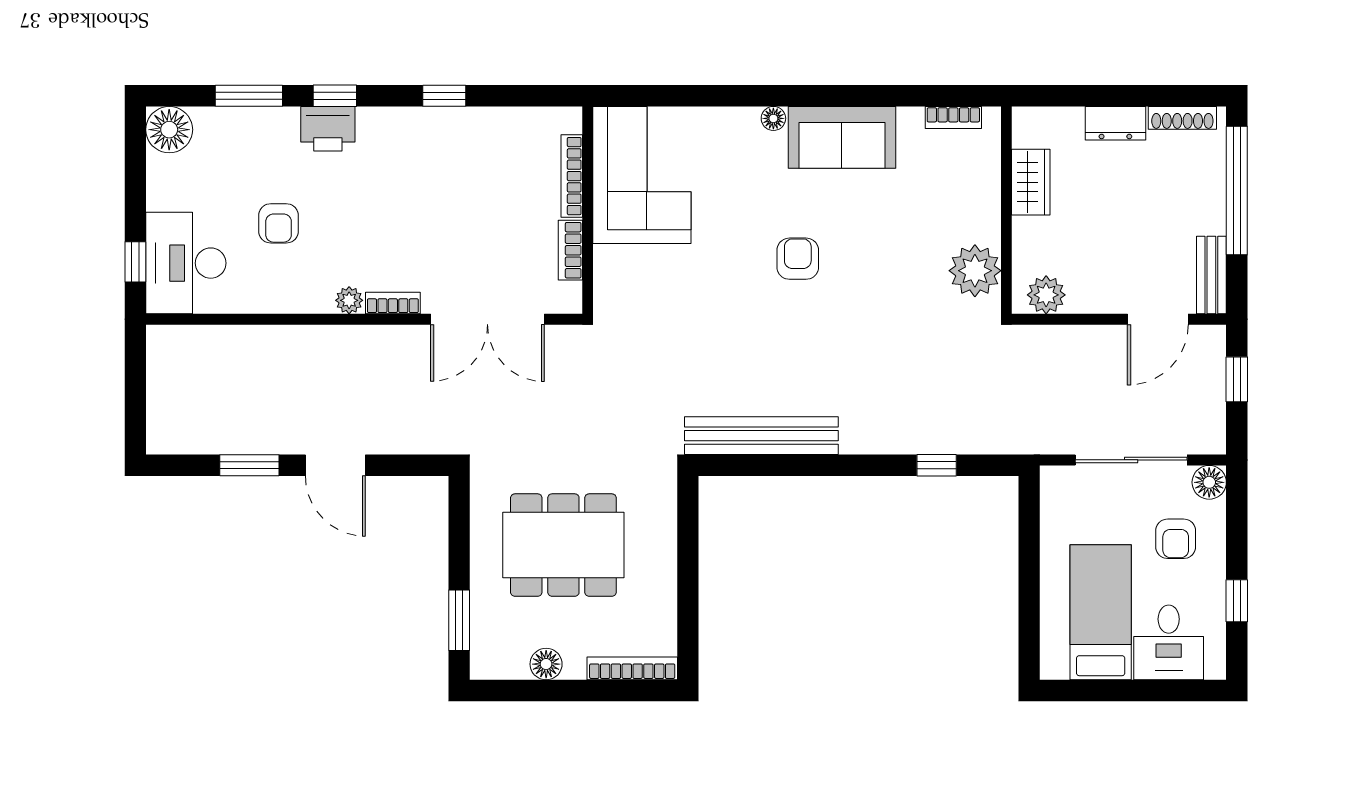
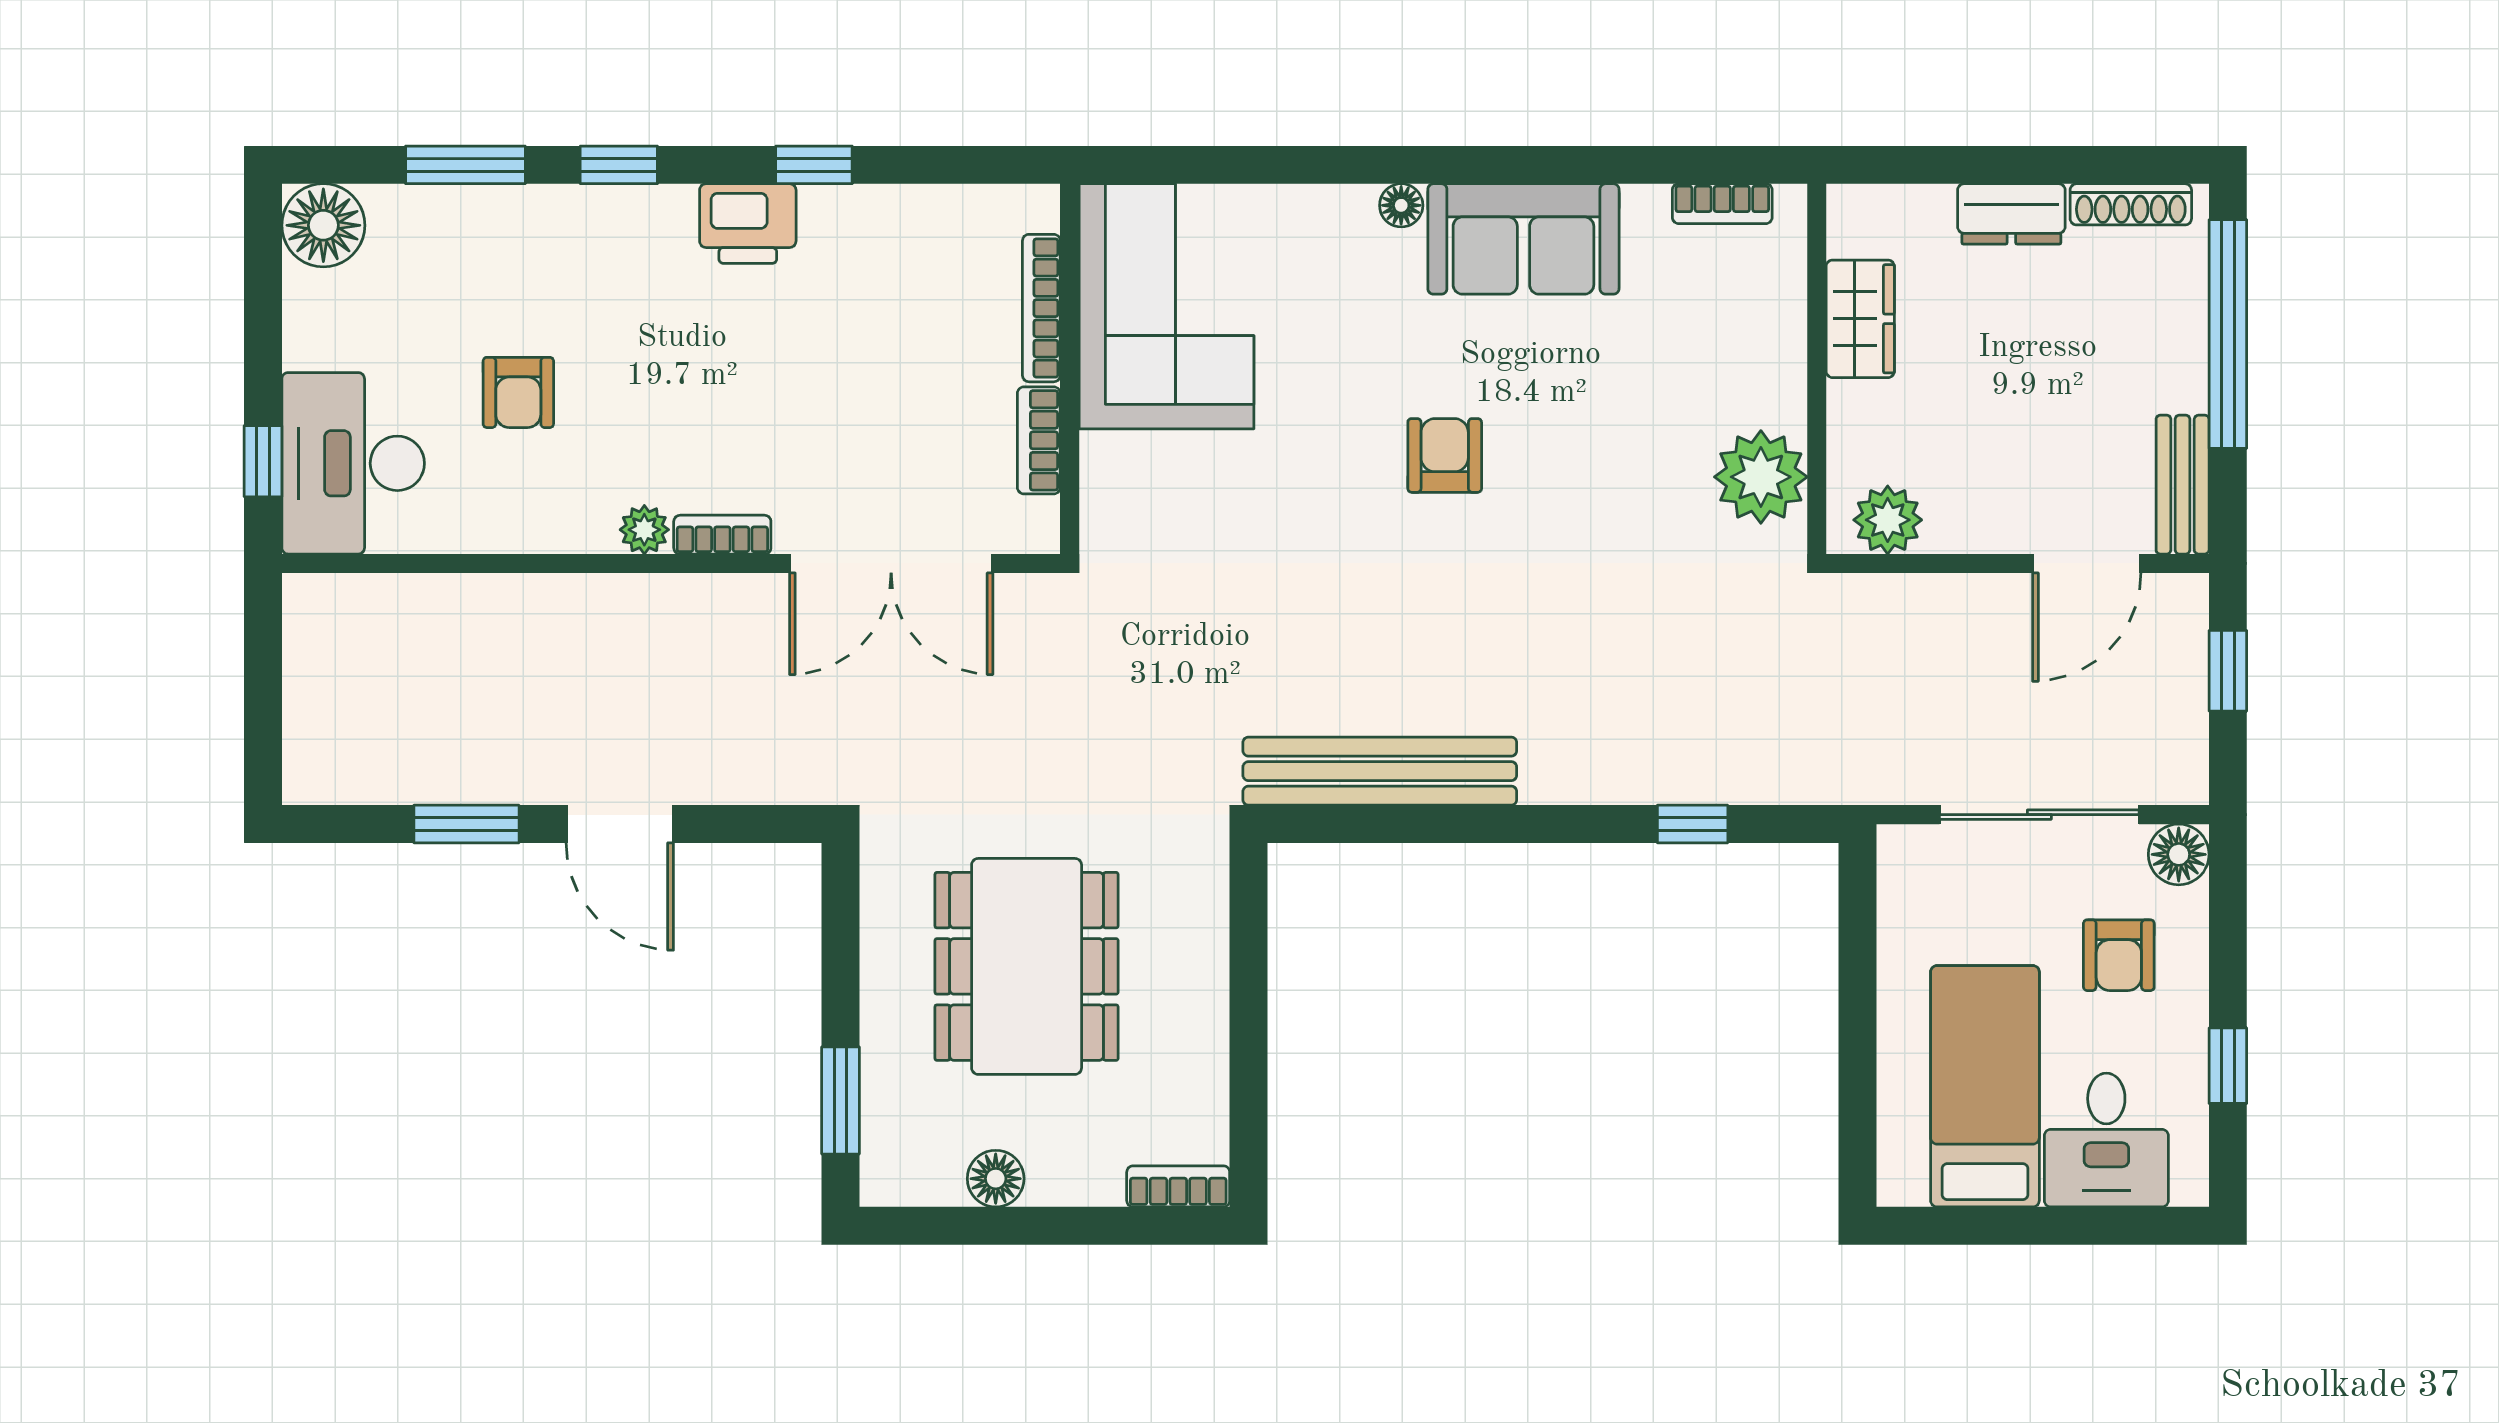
printer: (328, 129) -> (748, 224), moved
dining table: (563, 545) -> (1027, 966), turned 90
bookcase: (632, 668) -> (1178, 1186), width x0.64

